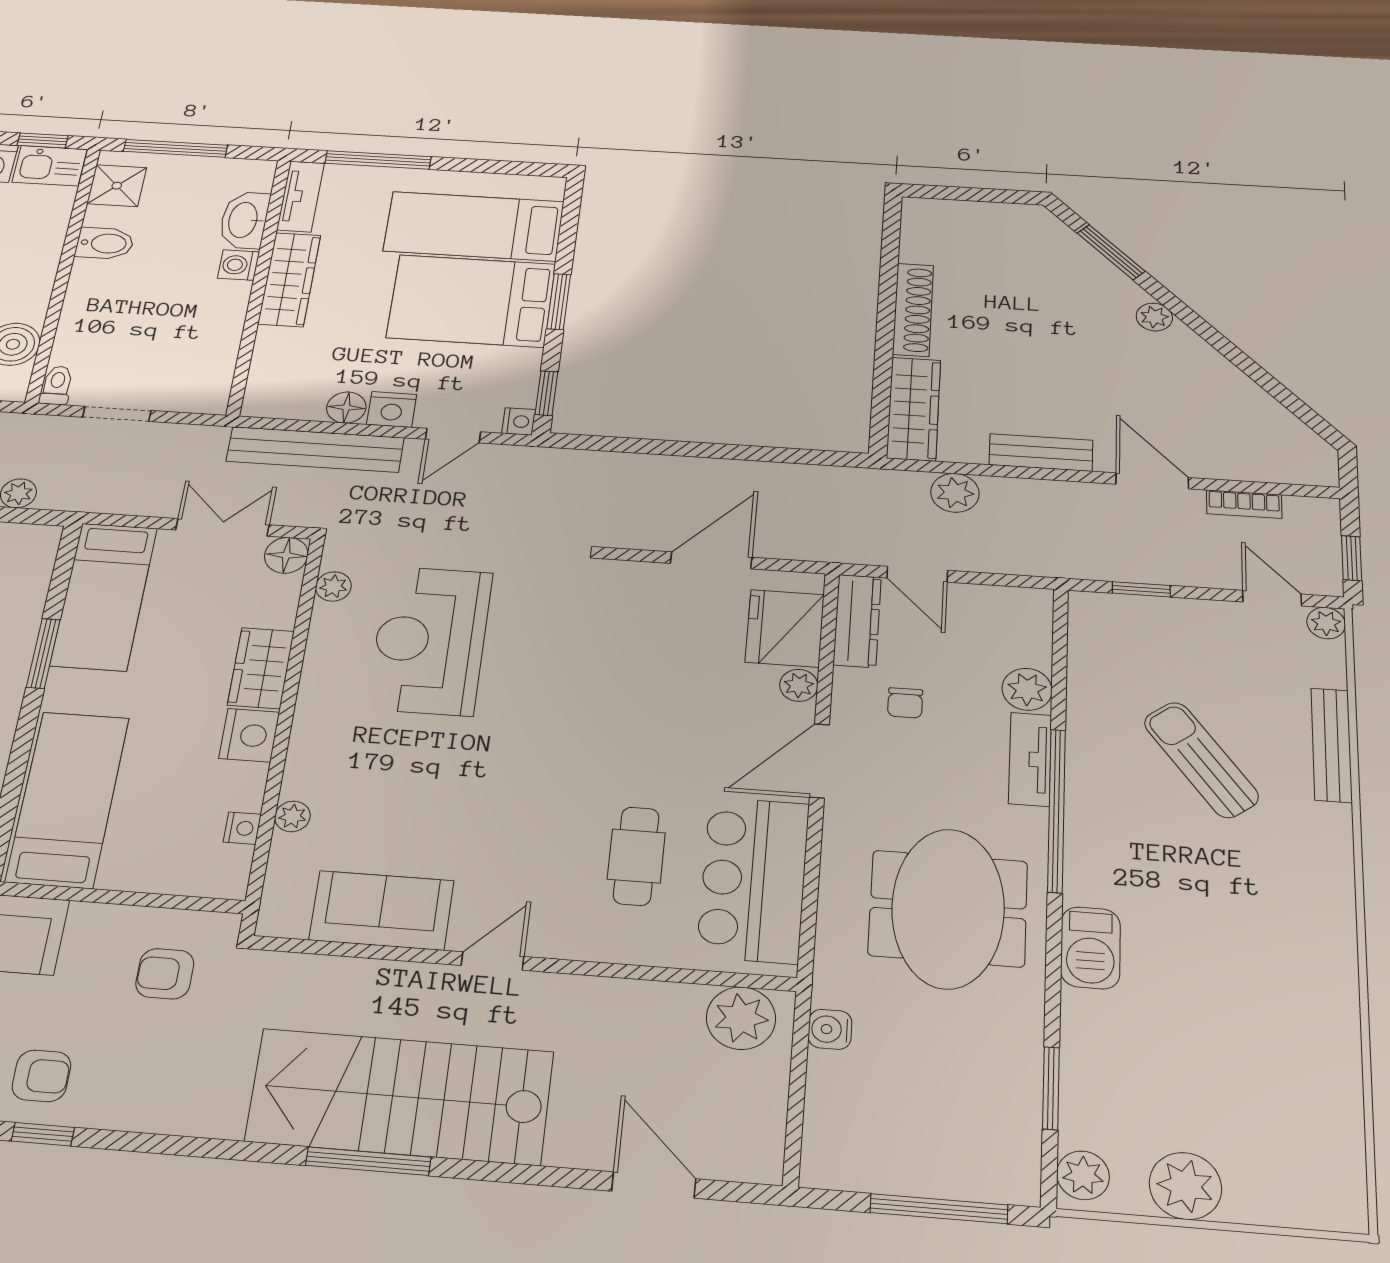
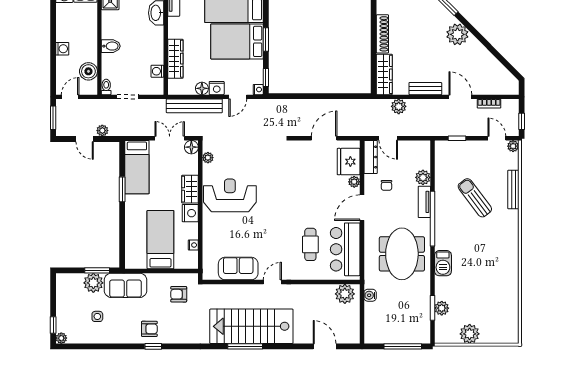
bidet: (105, 243) -> (111, 46), moved
washing machine: (239, 265) -> (157, 71), moved
wardrobe: (289, 279) -> (175, 59), moved
plant: (1154, 317) -> (457, 34), width x1.88, depth x1.88
reception desk: (430, 640) -> (230, 195), moved, turned 90
bed: (68, 799) -> (160, 240), moved
plant: (292, 816) -> (208, 240), removed
plant: (1083, 1175) -> (442, 308), moved

